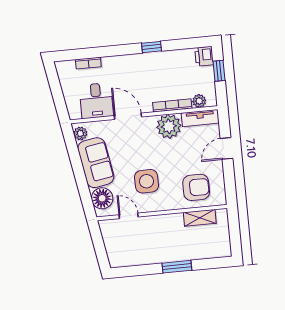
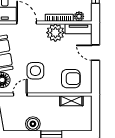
door: (227, 148) -> (95, 53), hinge flipped
door: (129, 216) -> (20, 94), hinge flipped
boiler: (150, 254) -> (33, 124), added

